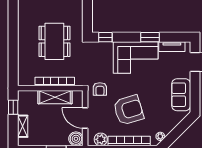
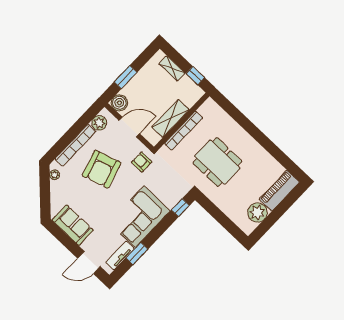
window: (150, 37) -> (137, 253), moved

